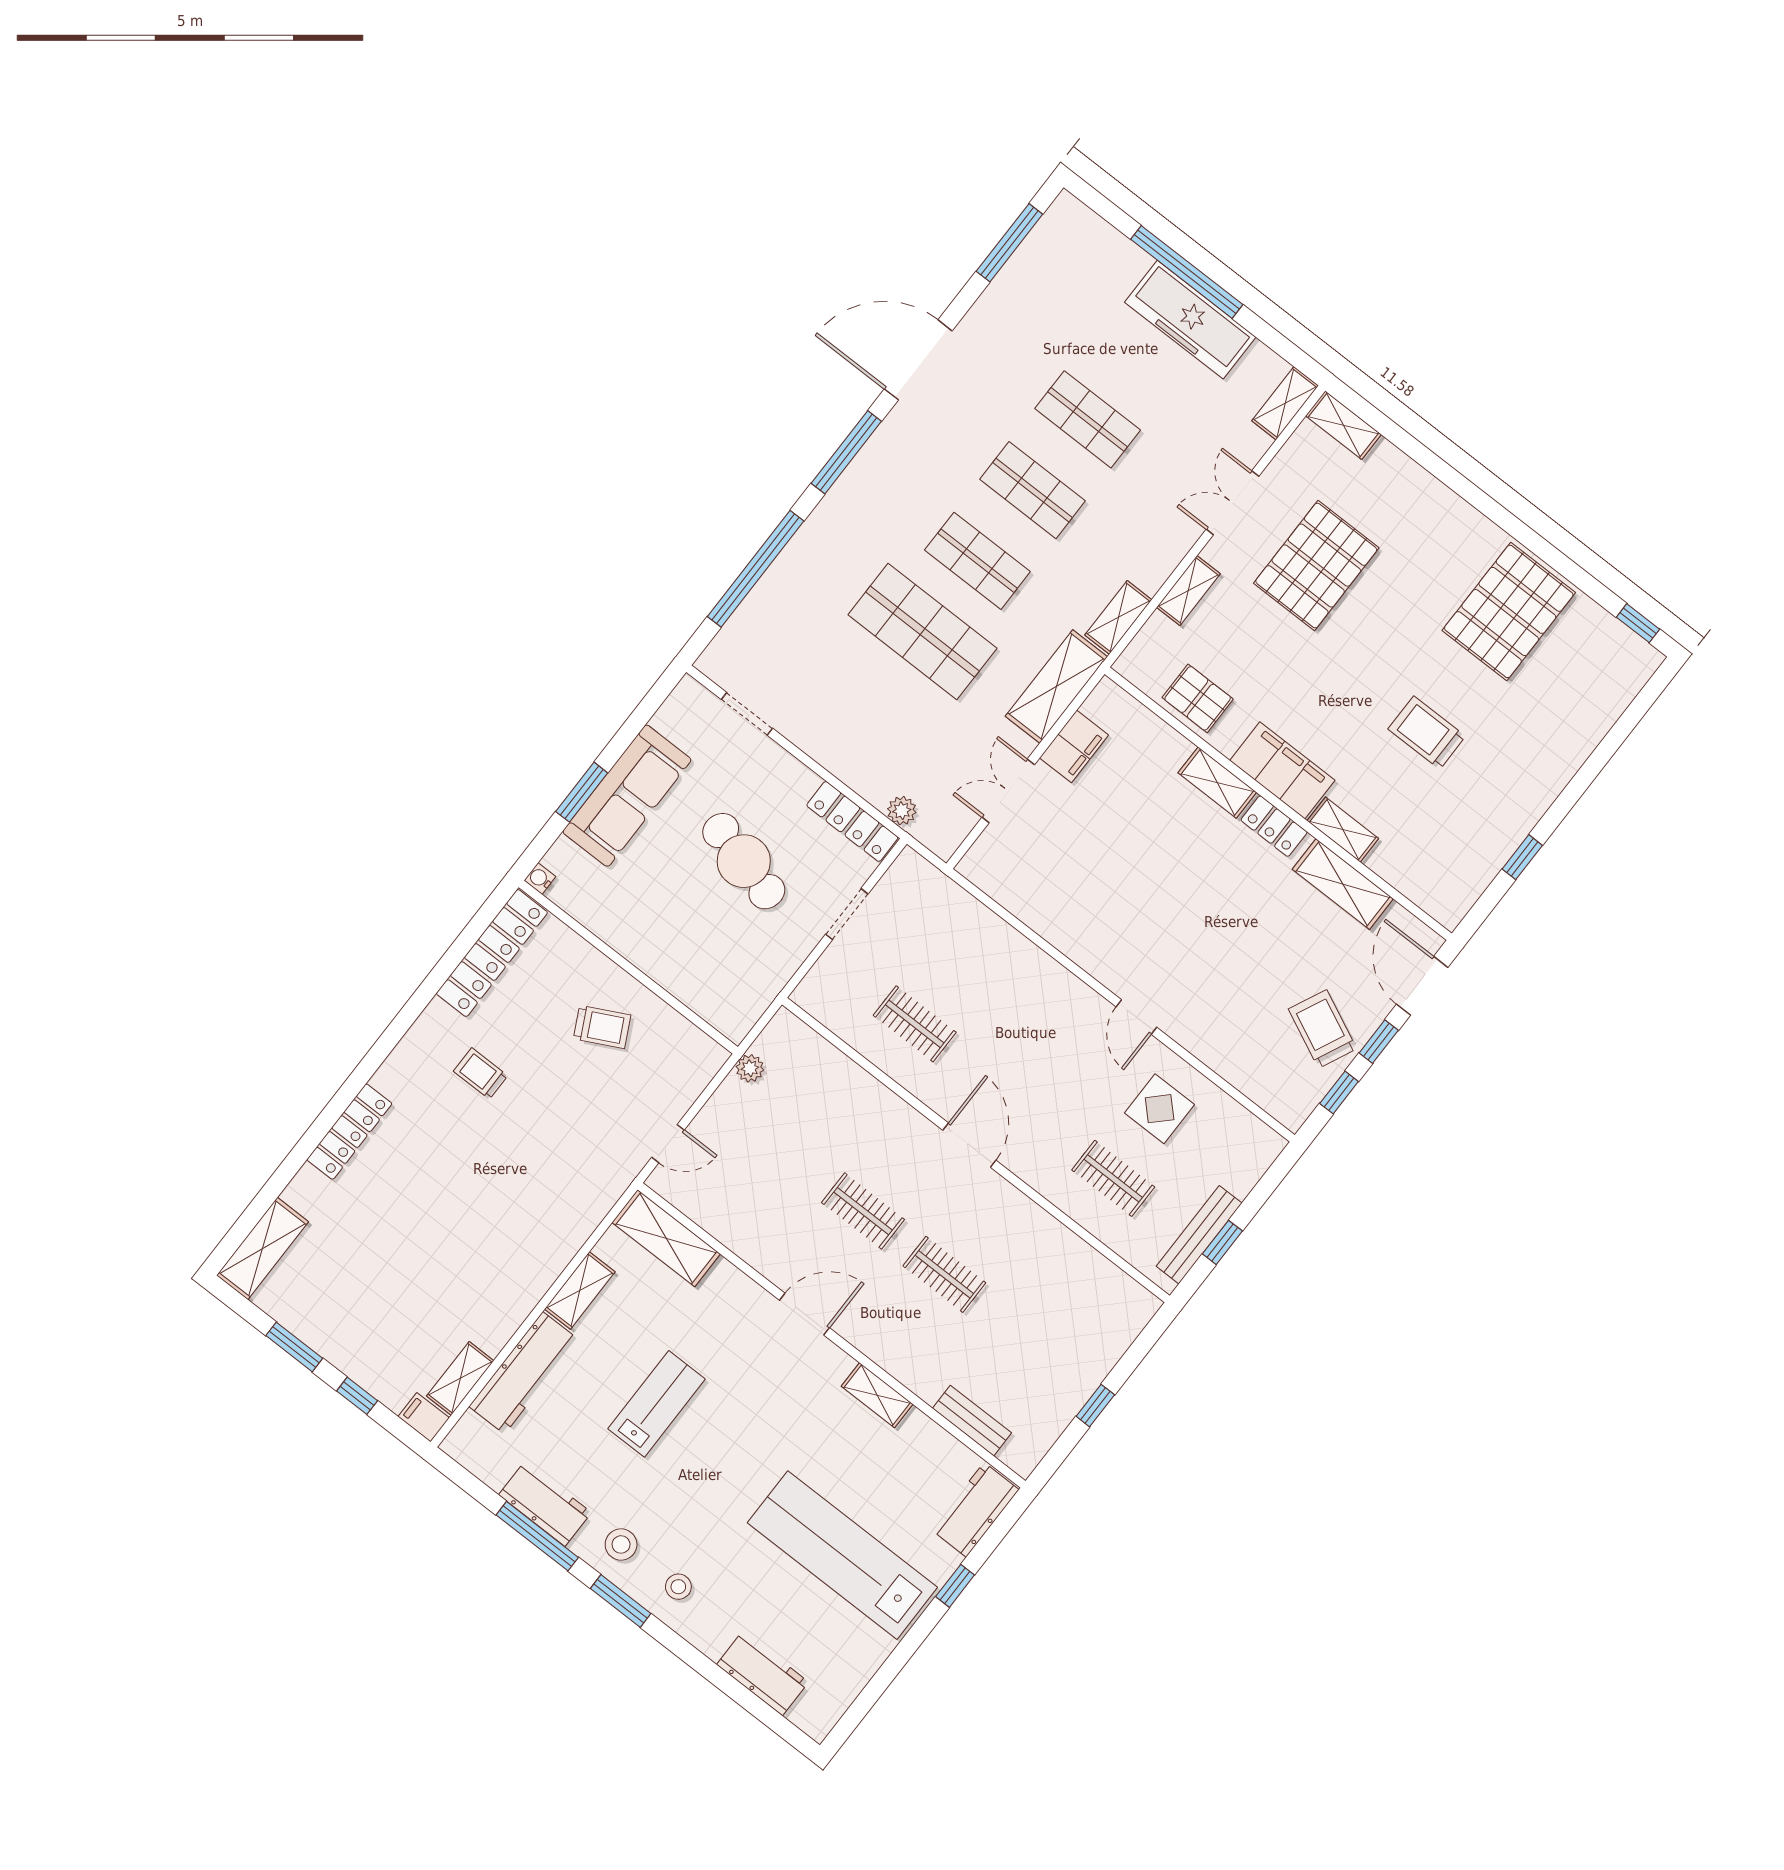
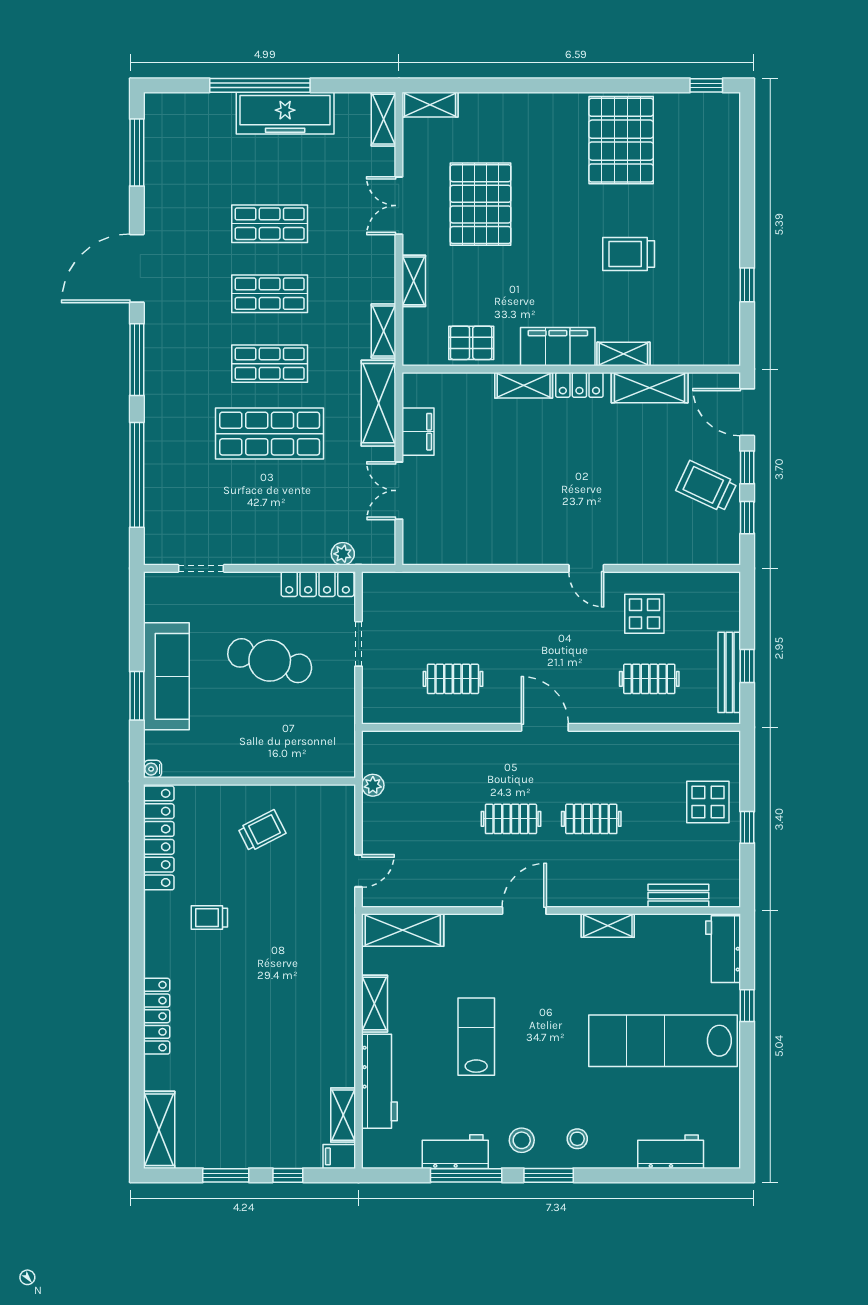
display table: (1076, 1349) -> (708, 802), added

